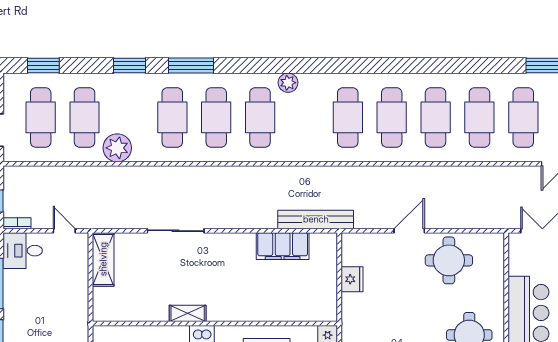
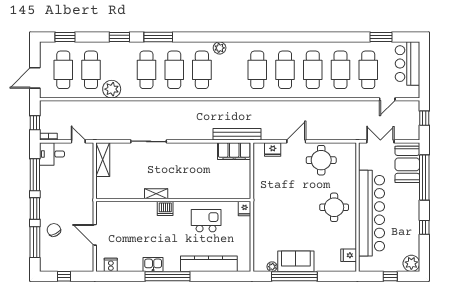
filing cabinet: (283, 246) -> (234, 151), moved
fridge: (352, 279) -> (273, 149), moved, turned 90

